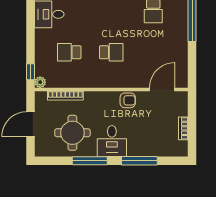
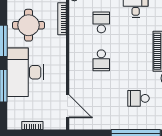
armchair: (128, 100) -> (58, 75), removed
desk: (112, 141) -> (25, 72), width x1.87, depth x1.30

